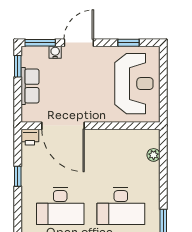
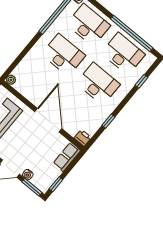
row of seats: (30, 86) -> (67, 157), moved
door: (63, 126) -> (48, 120), moved
plant: (154, 155) -> (11, 80), moved

